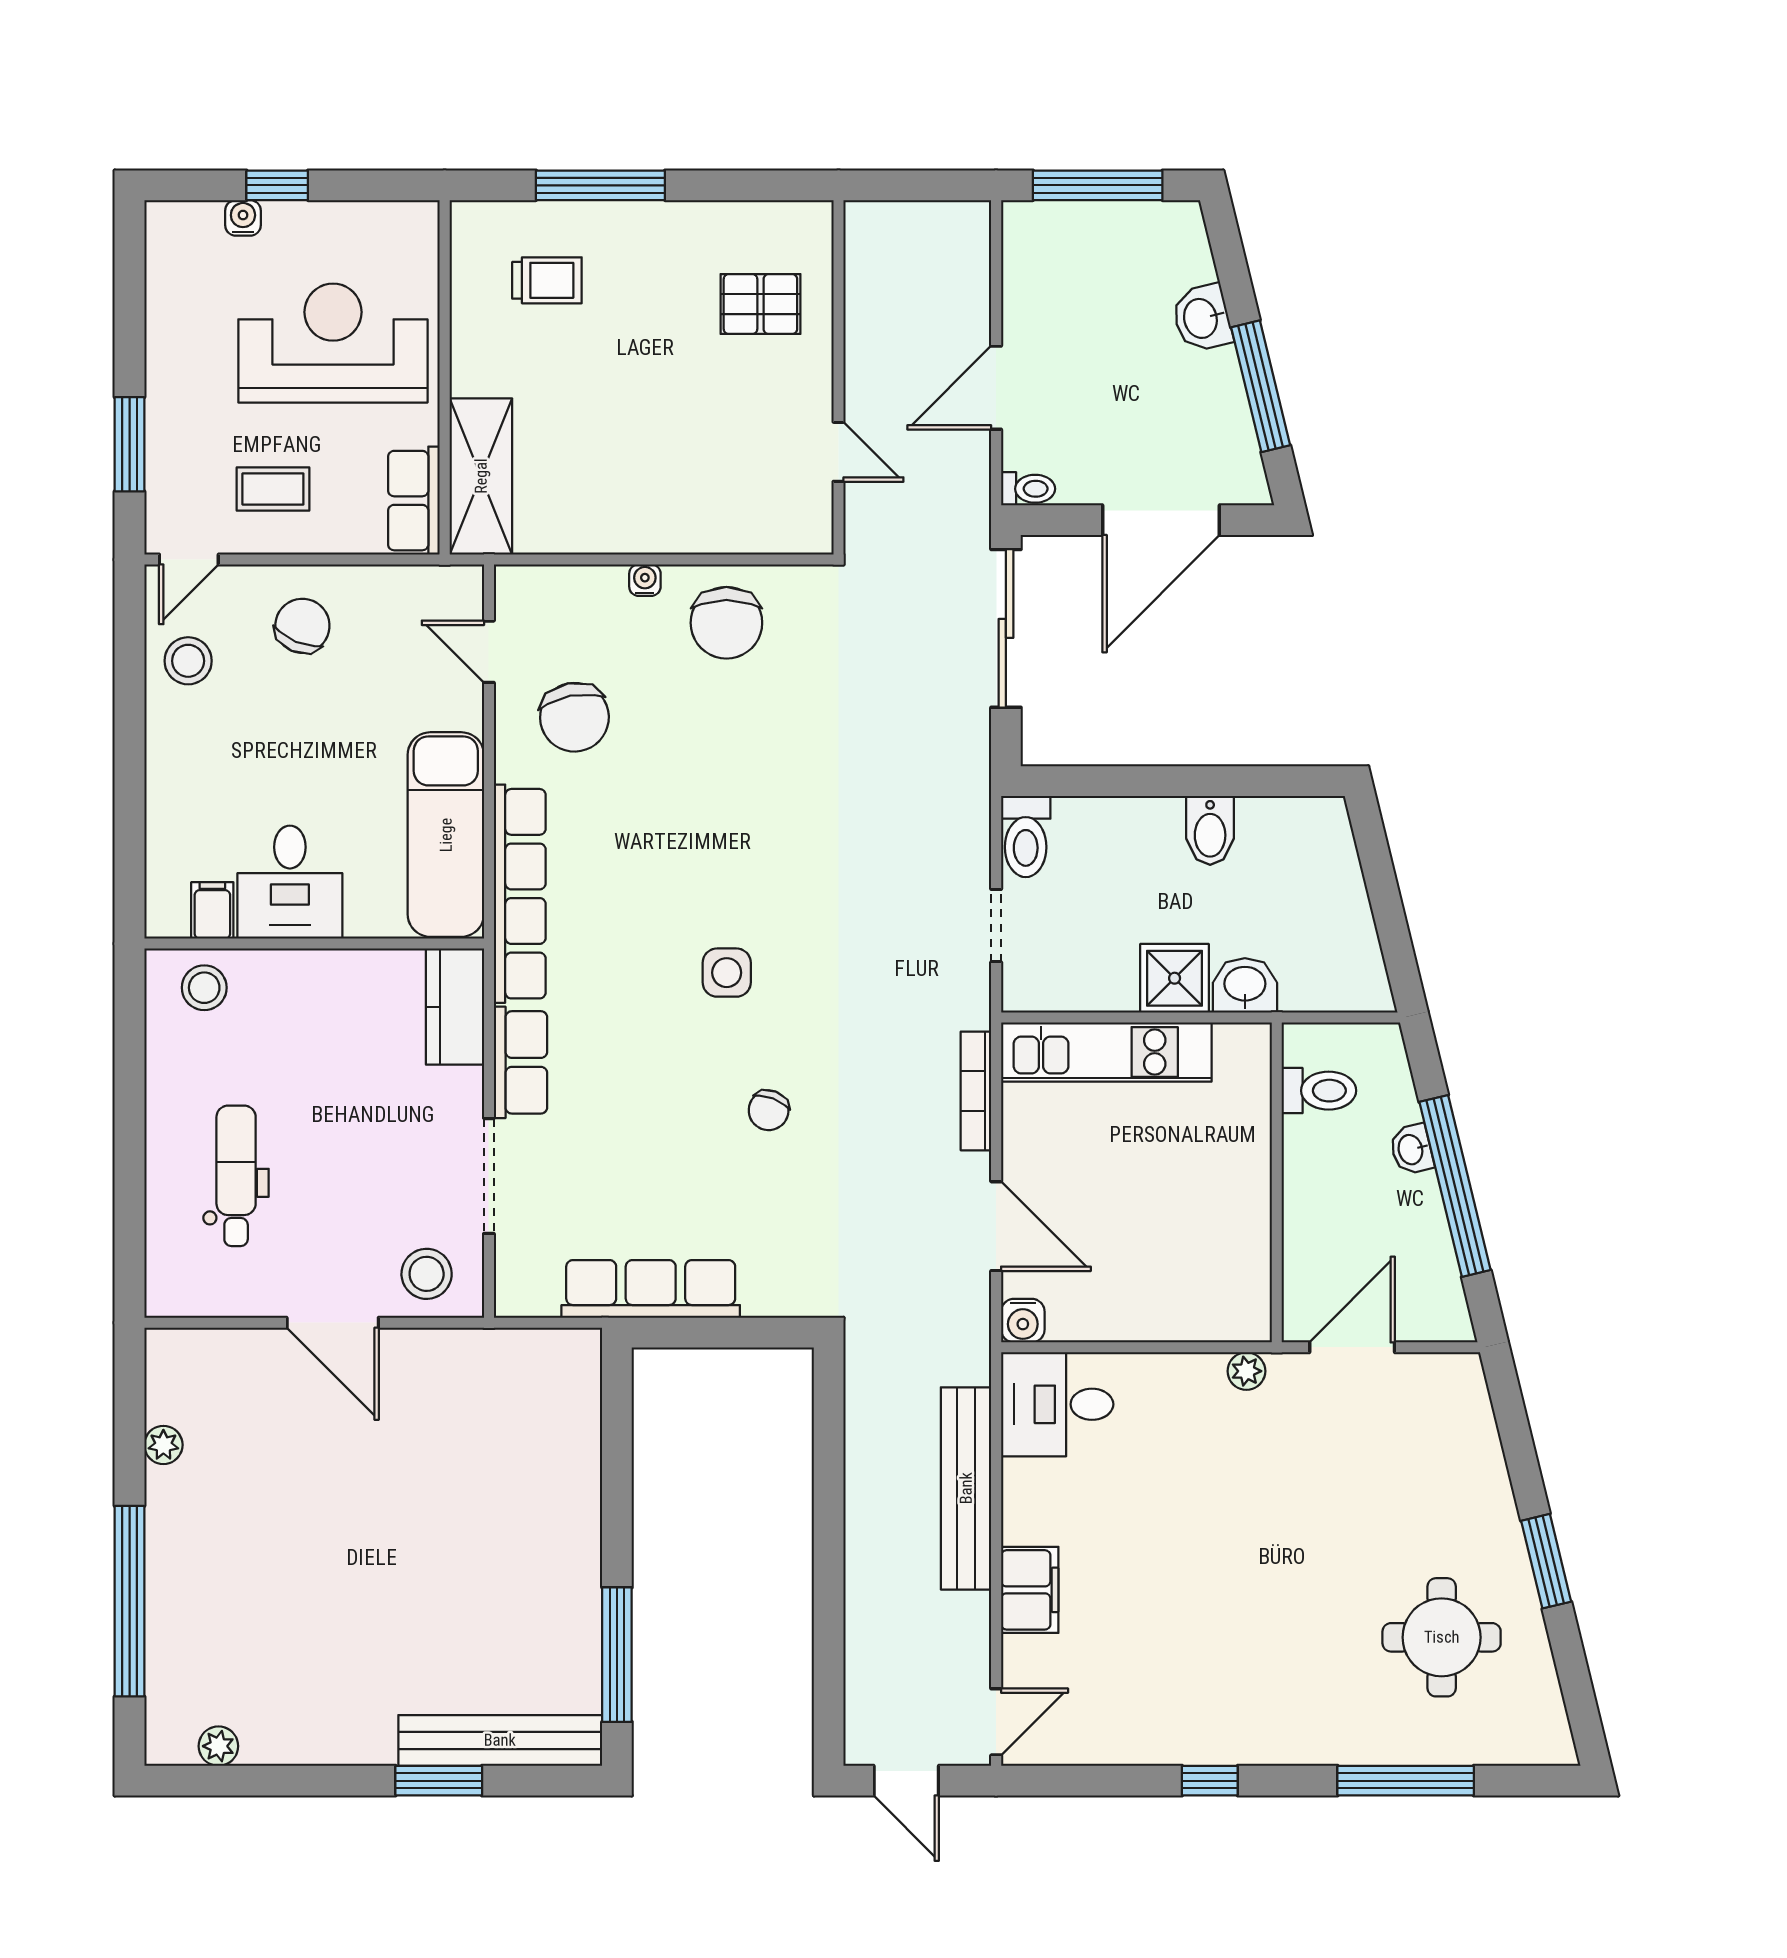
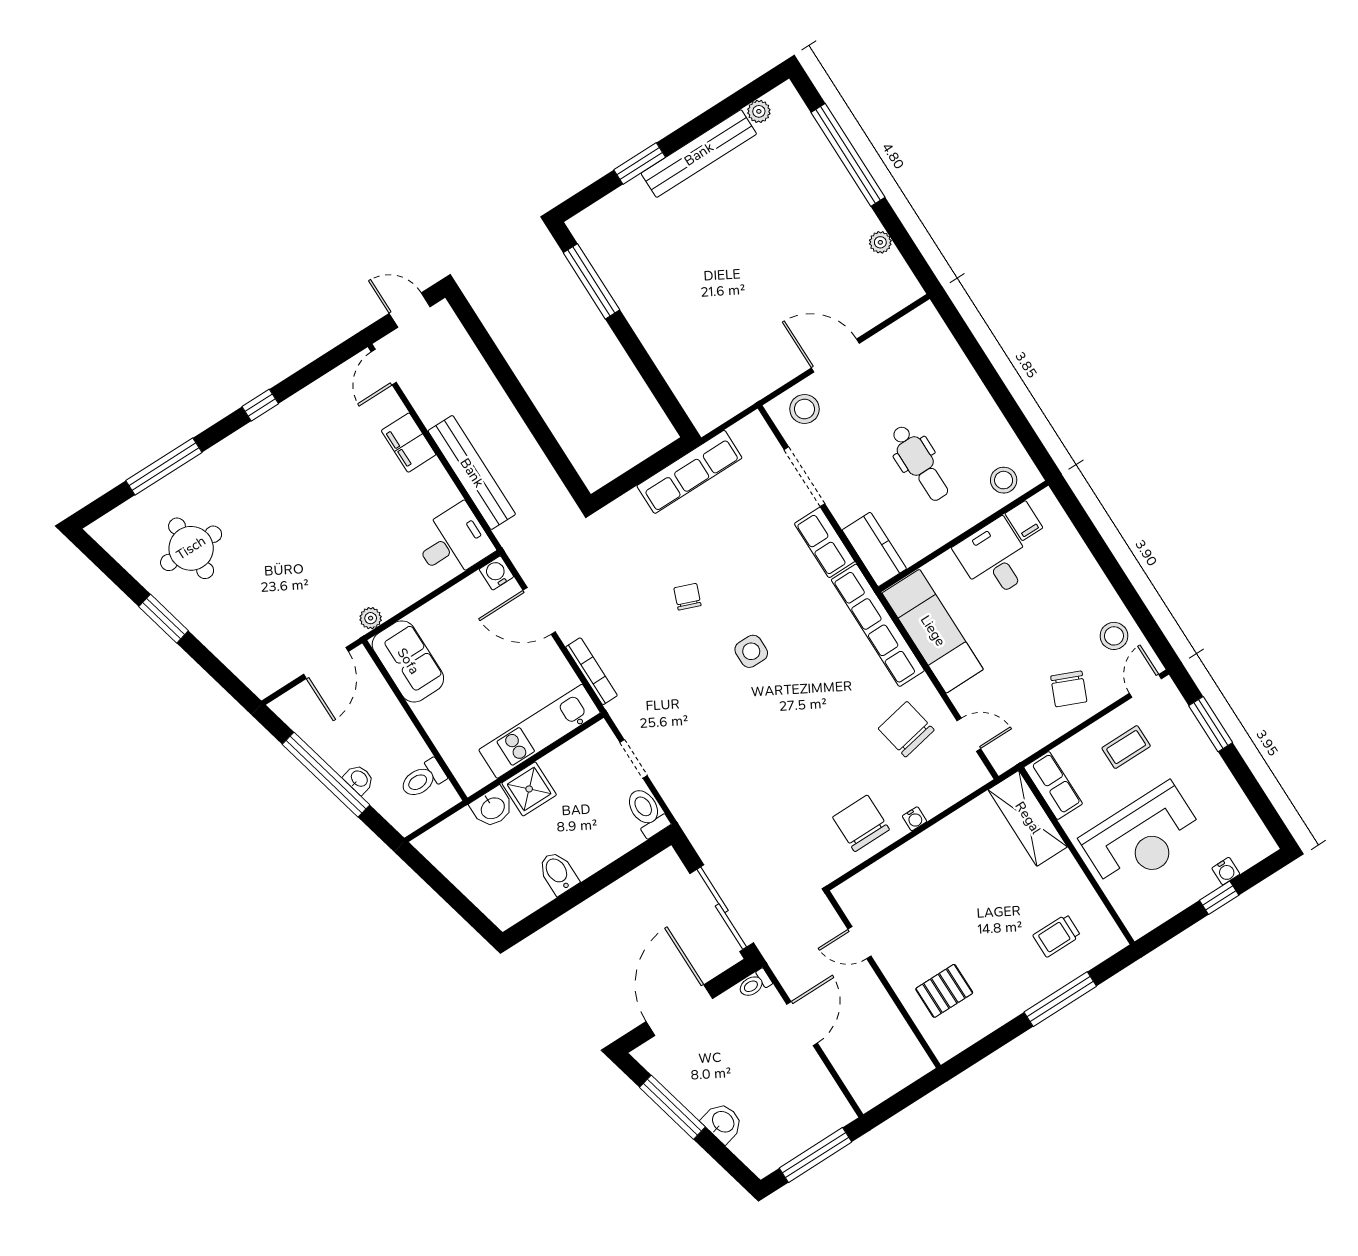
dental chair: (236, 1176) -> (920, 463), moved
sofa: (1232, 1274) -> (408, 661), added
bench: (500, 1740) -> (699, 154), moved

